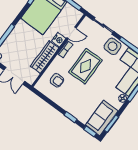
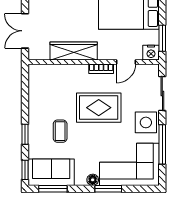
door: (72, 33) -> (126, 62), hinge flipped
nightstand: (59, 40) -> (151, 53), moved
armchair: (57, 80) -> (57, 86), removed
coffee table: (83, 97) -> (60, 131), added

